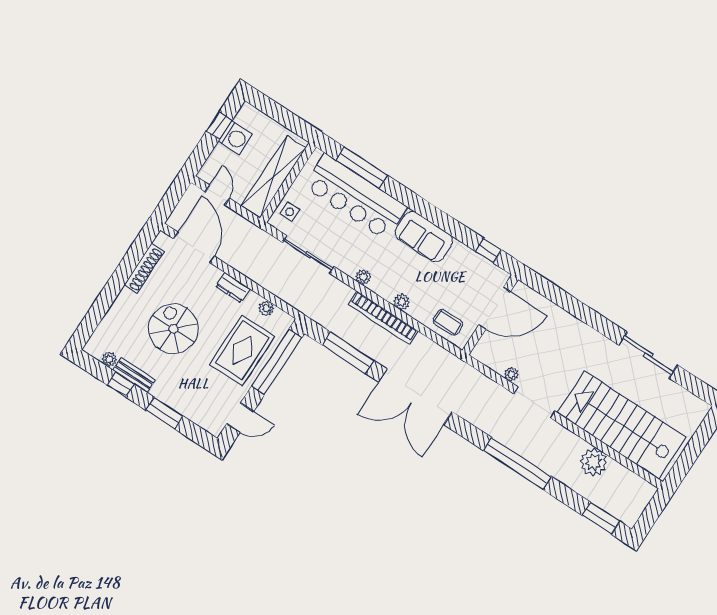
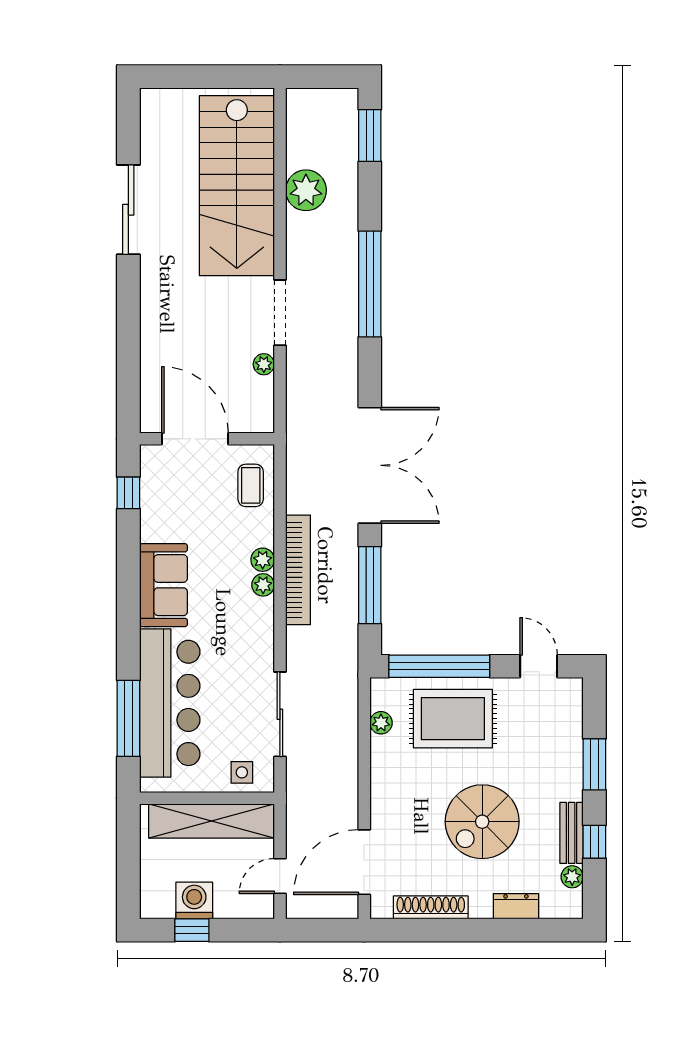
plant: (363, 277) -> (263, 585), moved
dresser: (233, 287) -> (516, 906), moved, turned -90

